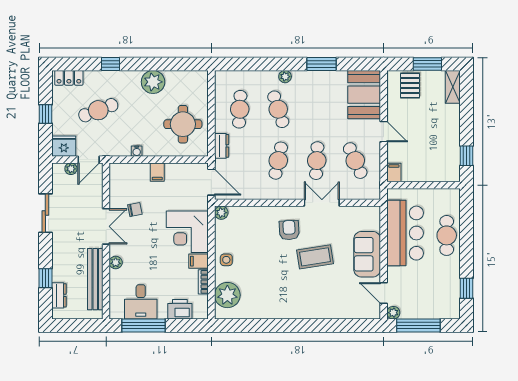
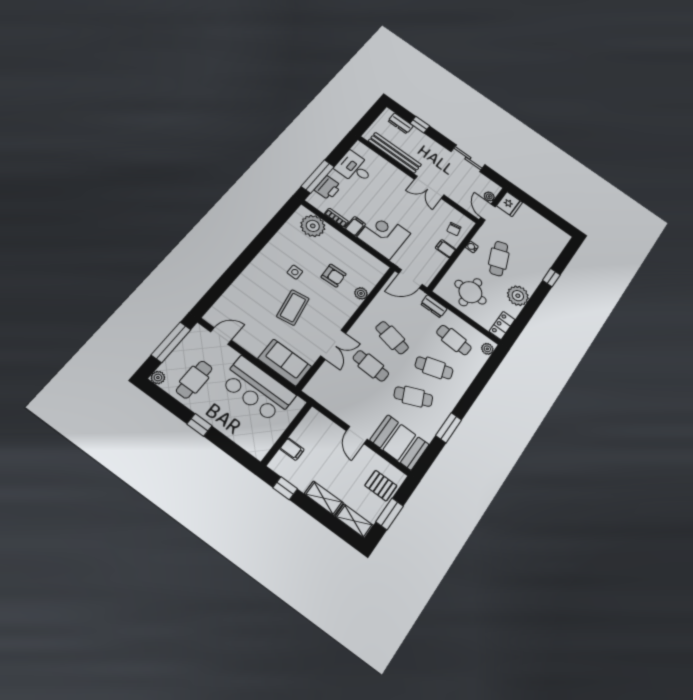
plant: (285, 77) -> (487, 349), moved
locker: (69, 78) -> (502, 325), moved
cafe table: (98, 110) -> (499, 259), moved
window: (45, 114) -> (542, 210), removed
shelving: (453, 122) -> (324, 498), added
door: (384, 132) -> (357, 435), hinge flipped
cafe table: (355, 161) -> (413, 397), moved
filing cabinet: (394, 173) -> (292, 449), moved
chair: (135, 210) -> (454, 229), moved
plant: (221, 213) -> (361, 293), moved
armchair: (289, 230) -> (334, 276), moved
cafe table: (447, 235) -> (194, 380), moved, turned 90
sofa: (367, 254) -> (285, 363), moved
side table: (226, 260) -> (295, 272), moved
plant: (116, 262) -> (397, 174), removed
window: (467, 288) -> (199, 425), moved
plant: (393, 313) -> (158, 378), moved
window: (144, 326) -> (318, 177), moved

